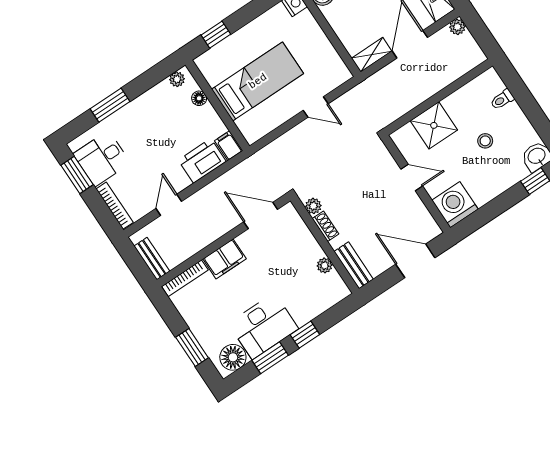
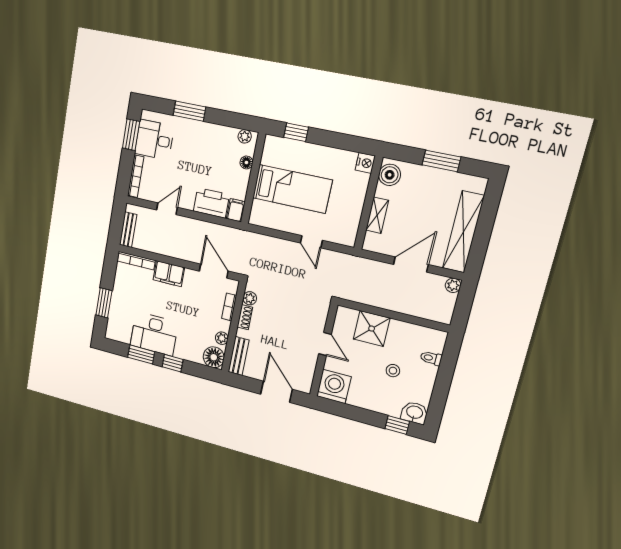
shelving: (372, 55) -> (377, 215), moved, turned 90
bookcase: (304, 232) -> (229, 307), added
floor lamp: (233, 357) -> (214, 357), moved

